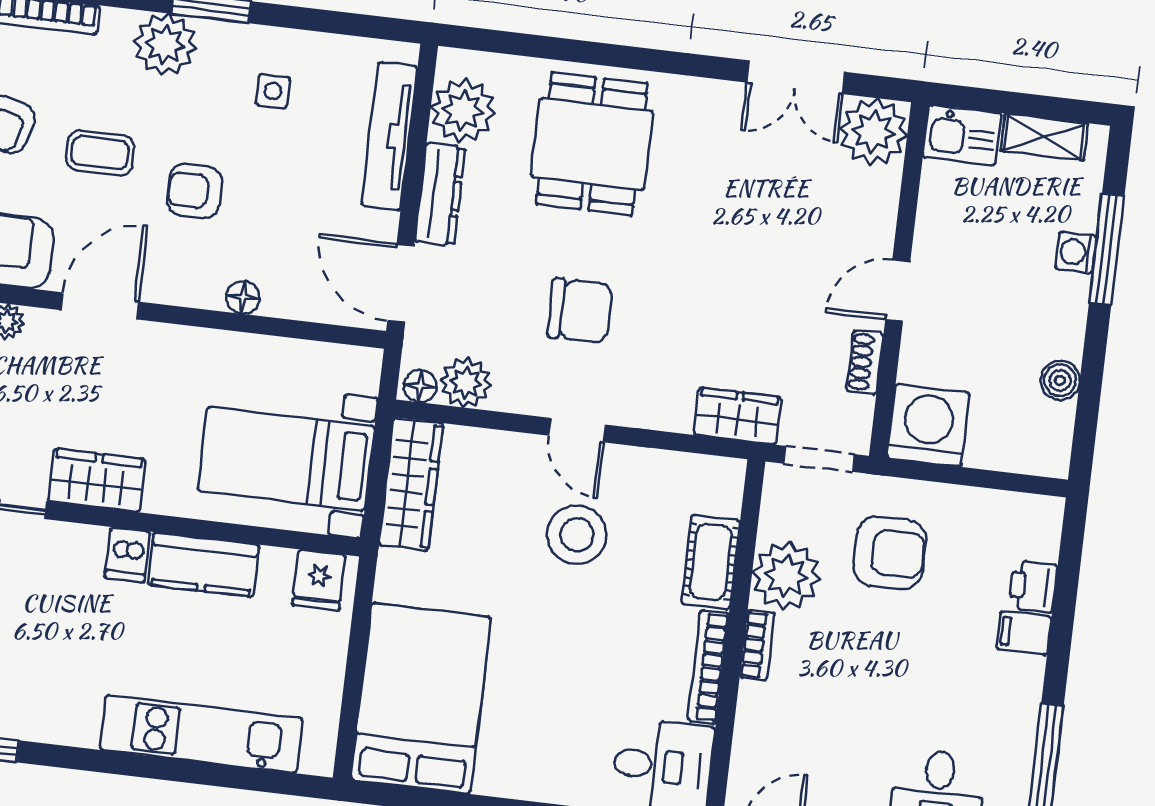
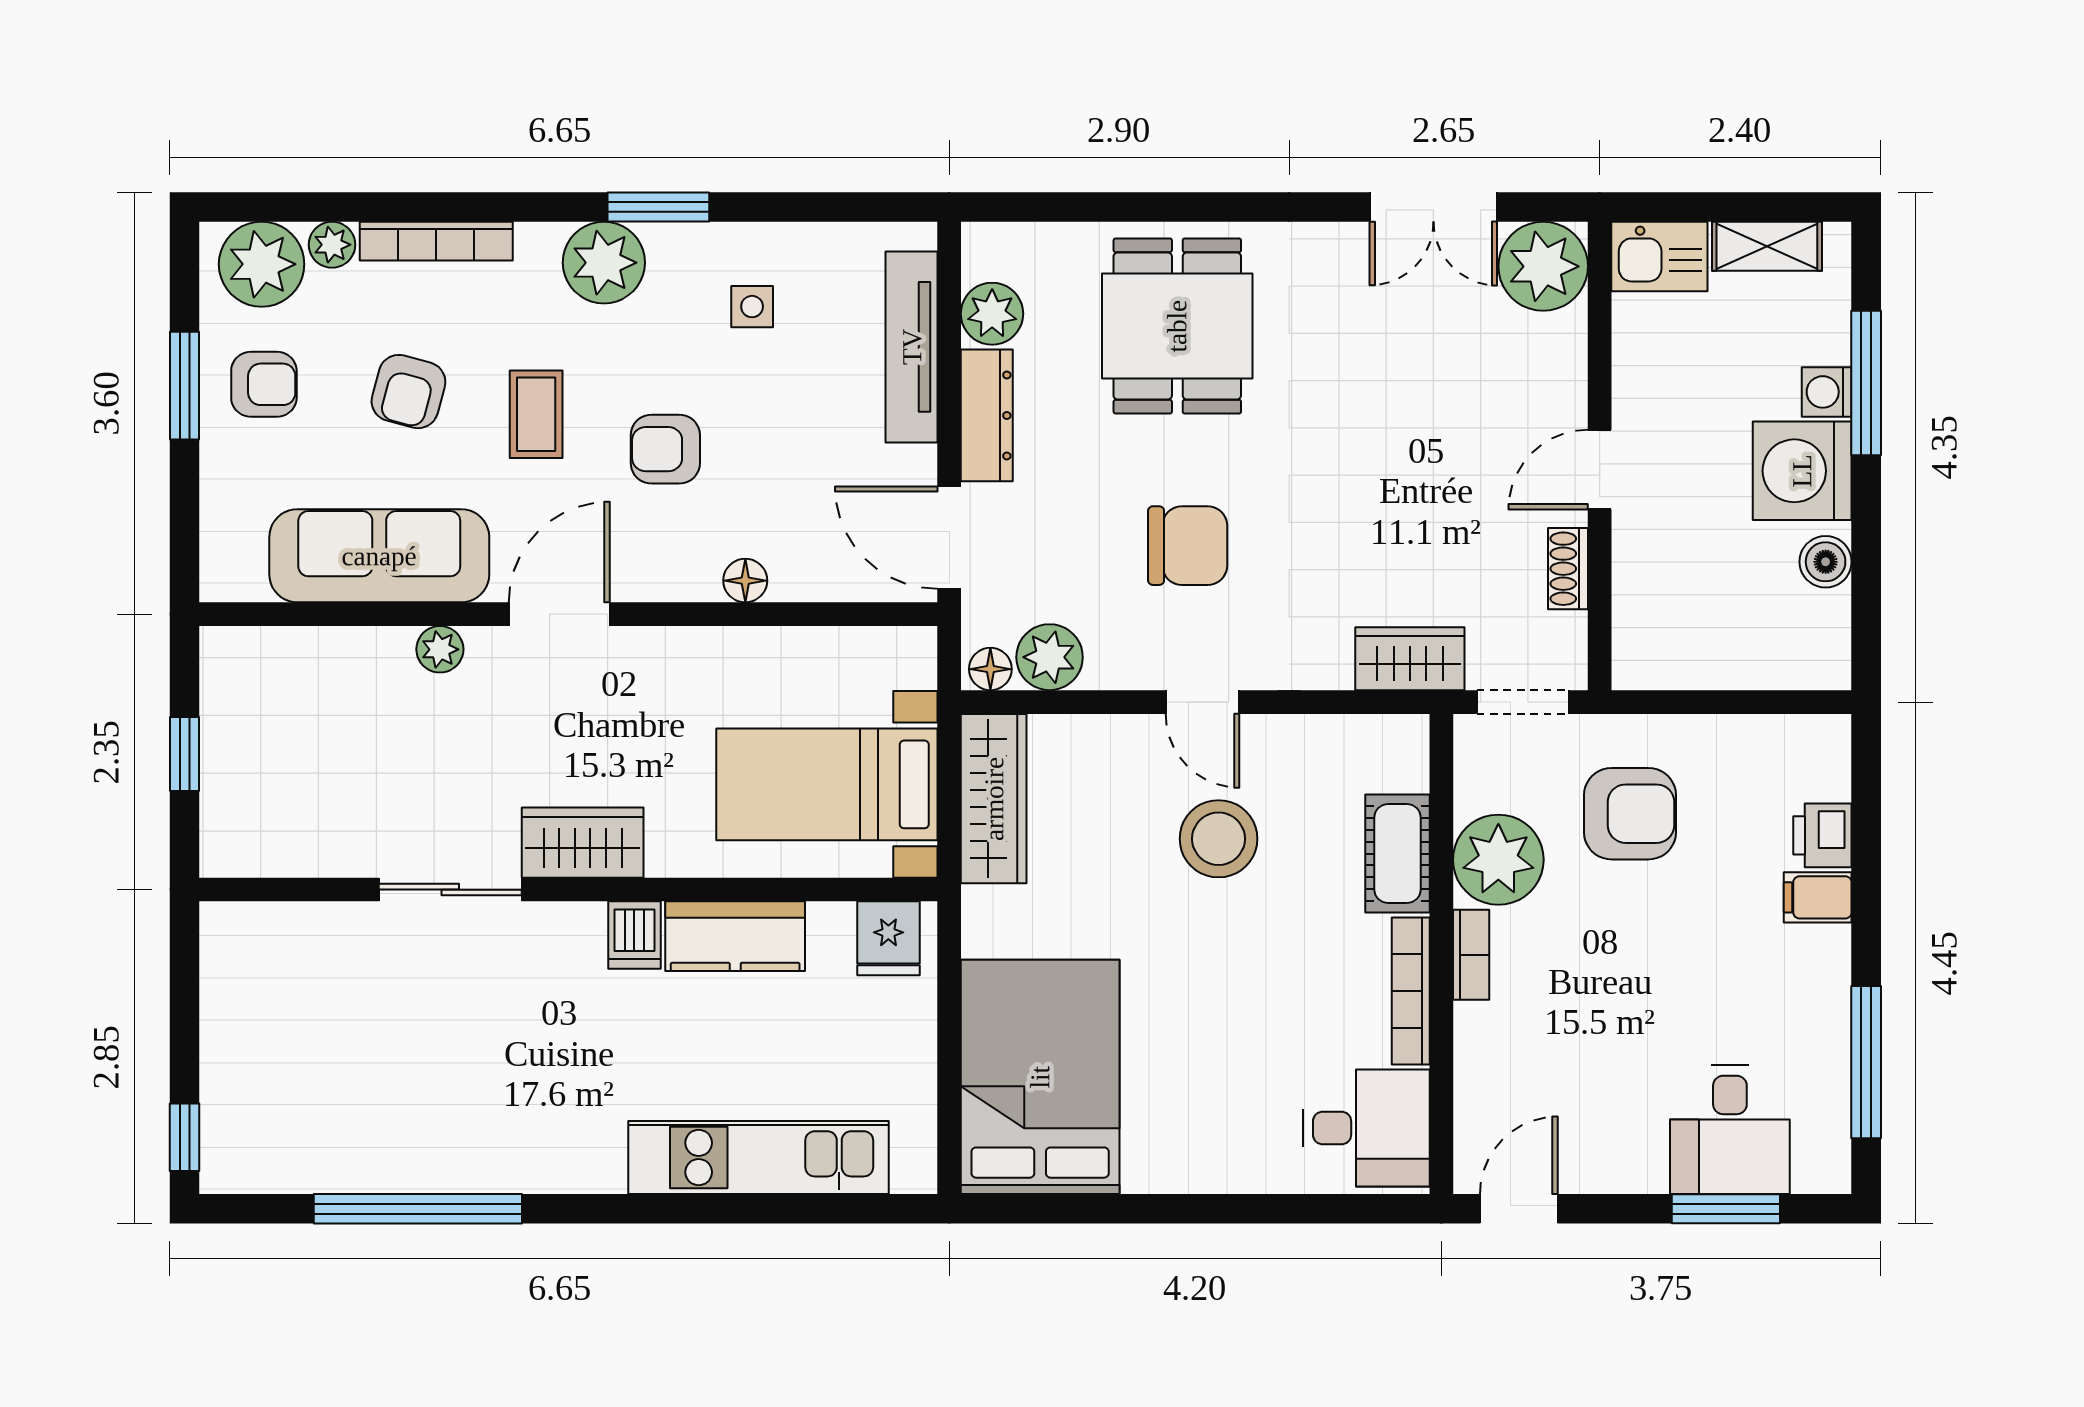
plant: (463, 111) -> (992, 314), width x0.73, depth x0.73
coffee table: (100, 153) -> (536, 414), turned 90
washing machine: (928, 425) -> (1802, 471), moved, turned -90

